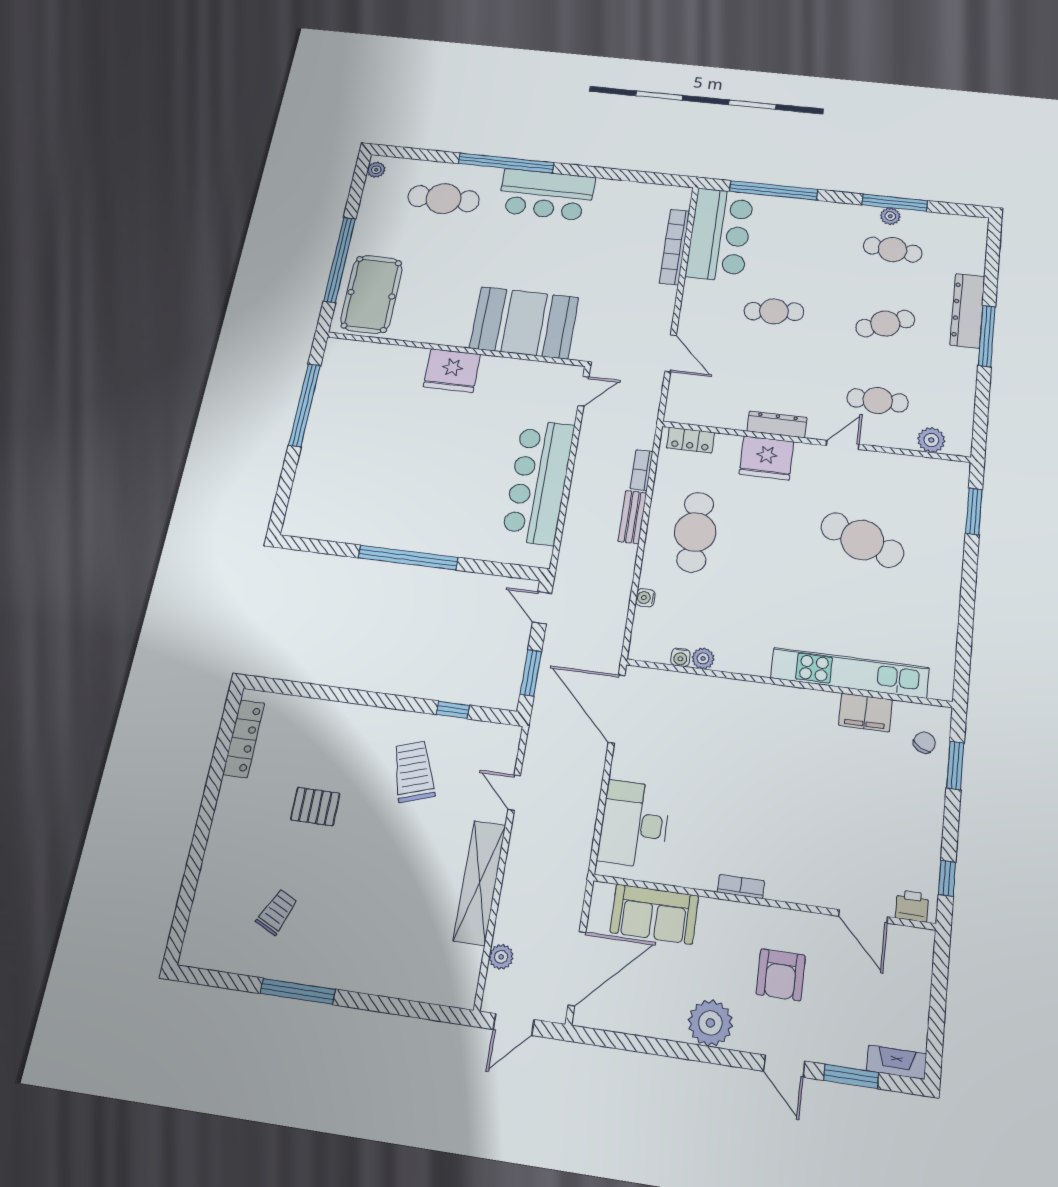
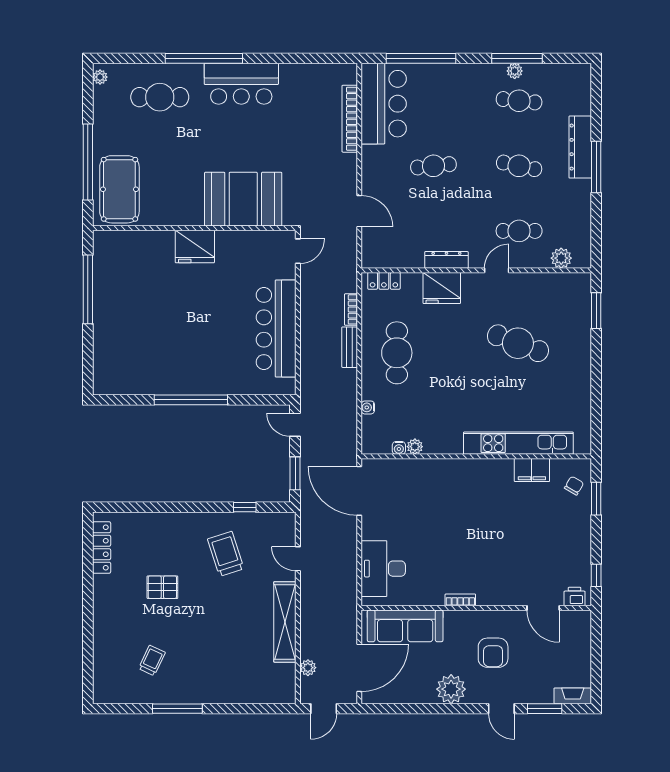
cafe table: (885, 324) -> (519, 166), turned 33
sofa: (654, 914) -> (405, 626), width x1.36

